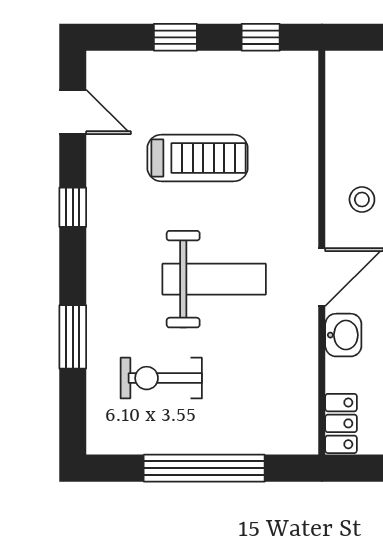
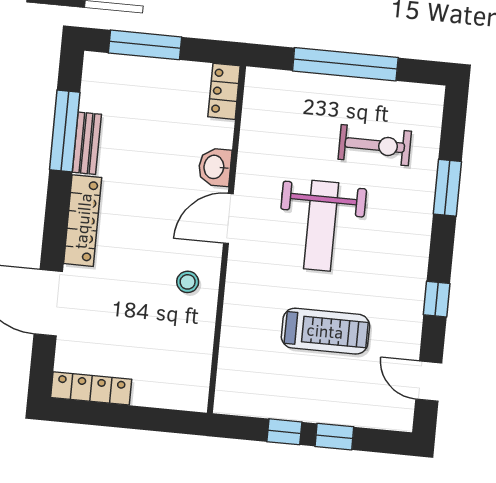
window: (261, 37) -> (284, 432), moved
treadmill: (197, 158) -> (325, 331), turned 180
weight bench: (214, 279) -> (321, 226), turned -90

